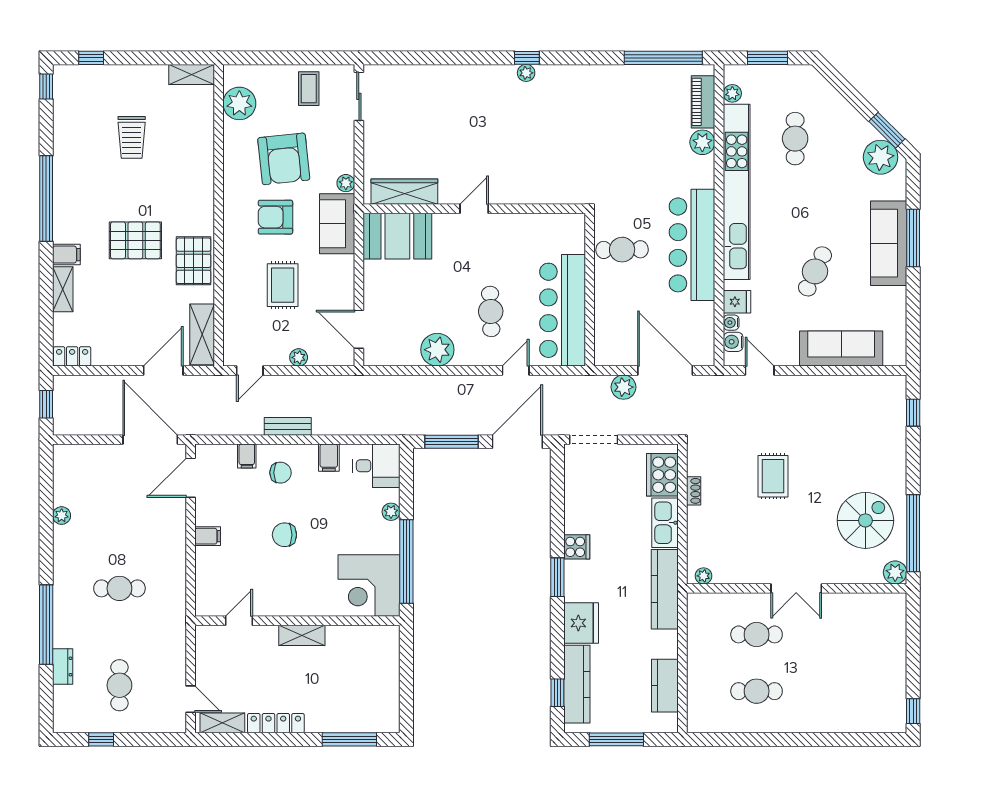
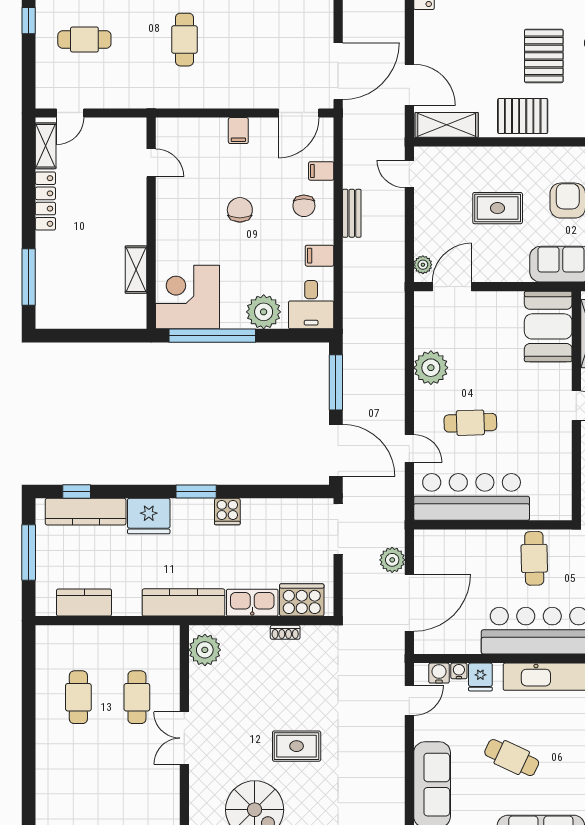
plant: (299, 357) -> (423, 265), moved
rug: (773, 476) -> (297, 746), moved
door: (191, 478) -> (299, 113), swing flipped
plant: (391, 512) -> (264, 312), width x1.88, depth x1.88
plant: (704, 576) -> (205, 650), width x1.88, depth x1.88
shelving: (302, 635) -> (136, 270), moved

